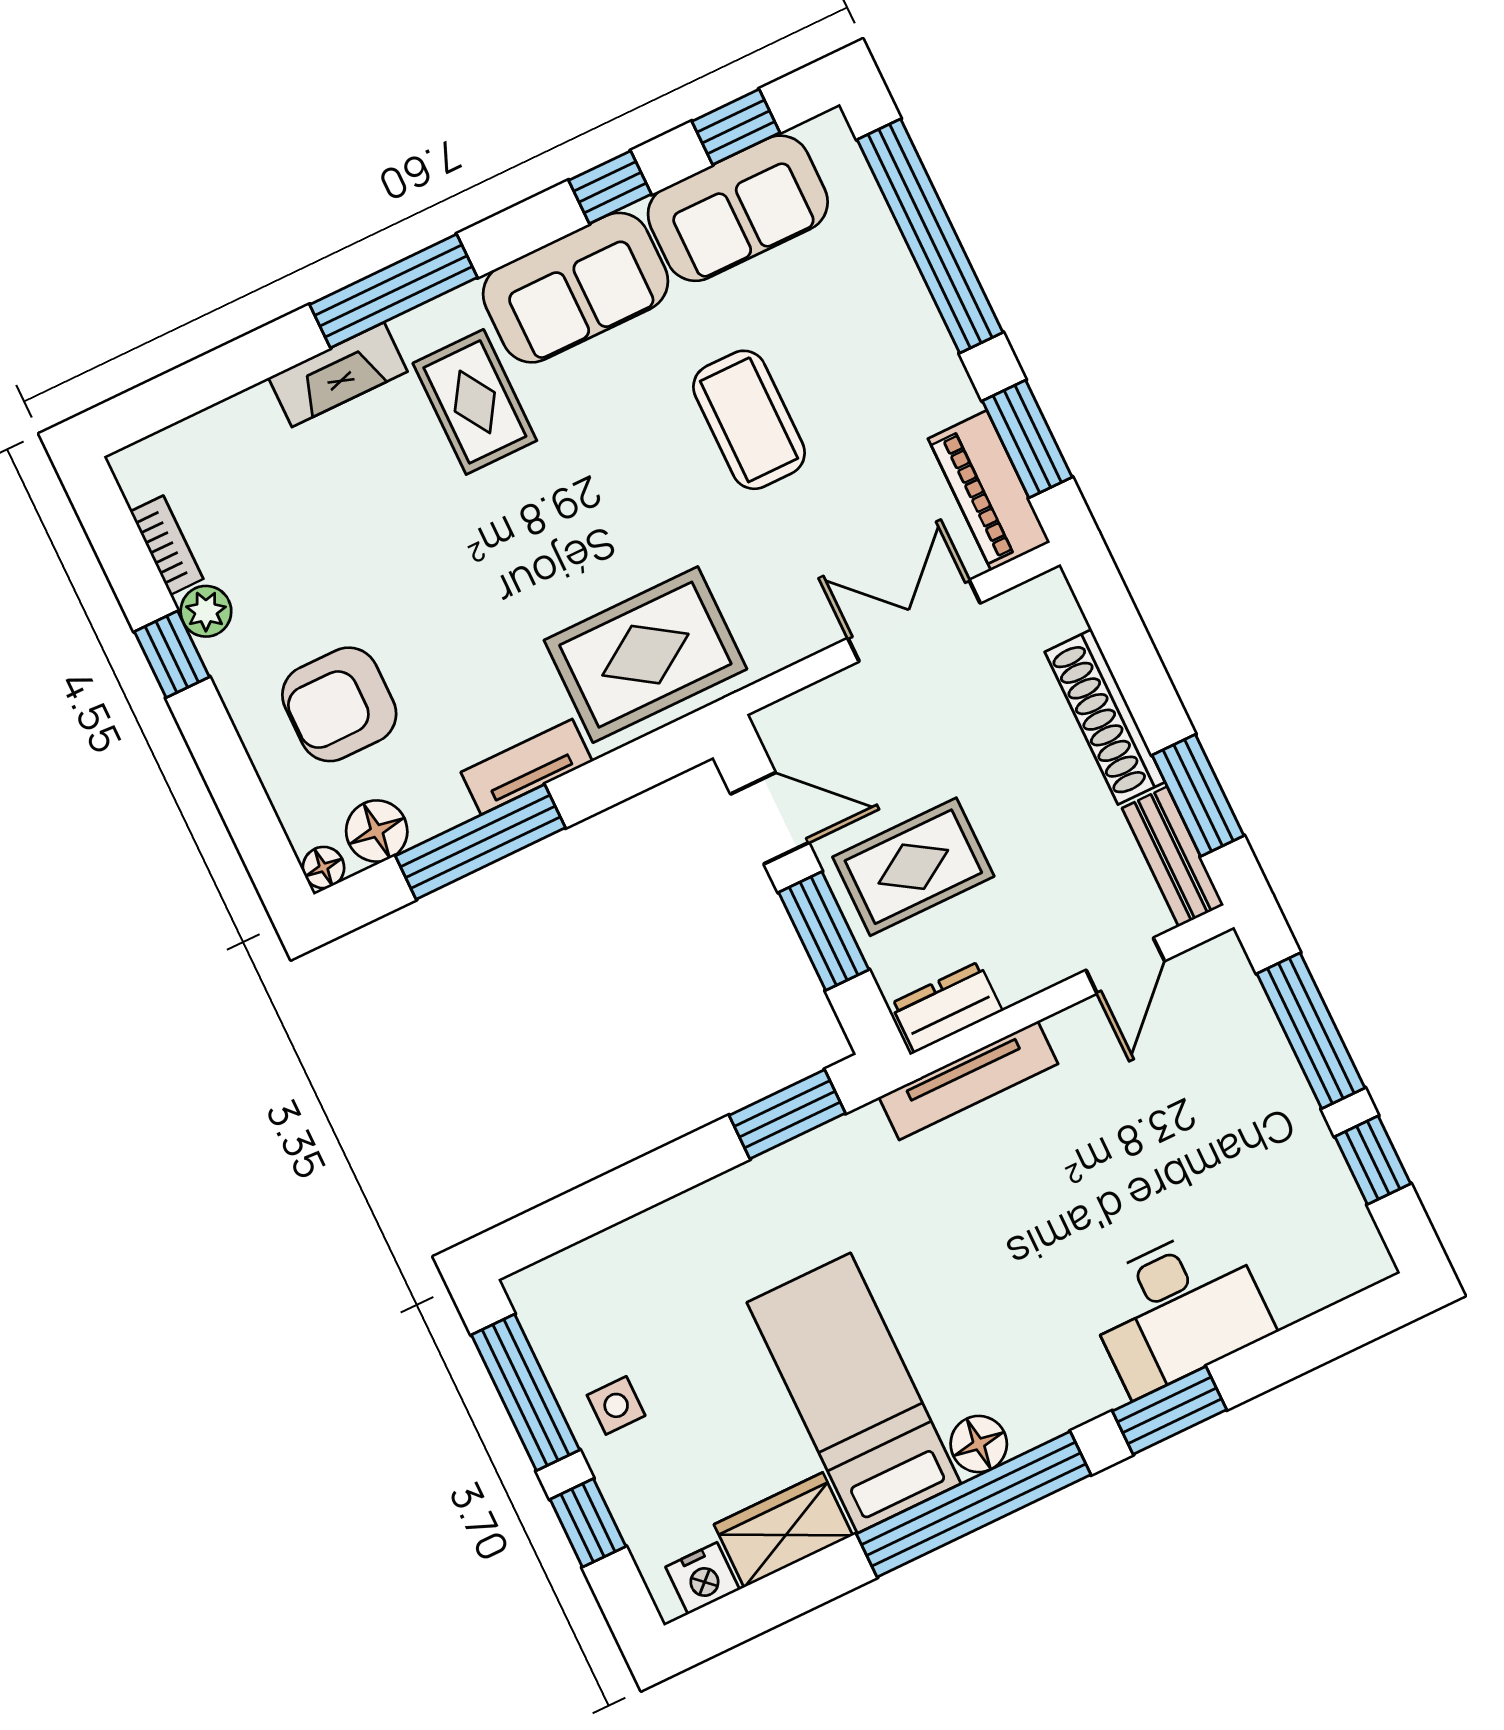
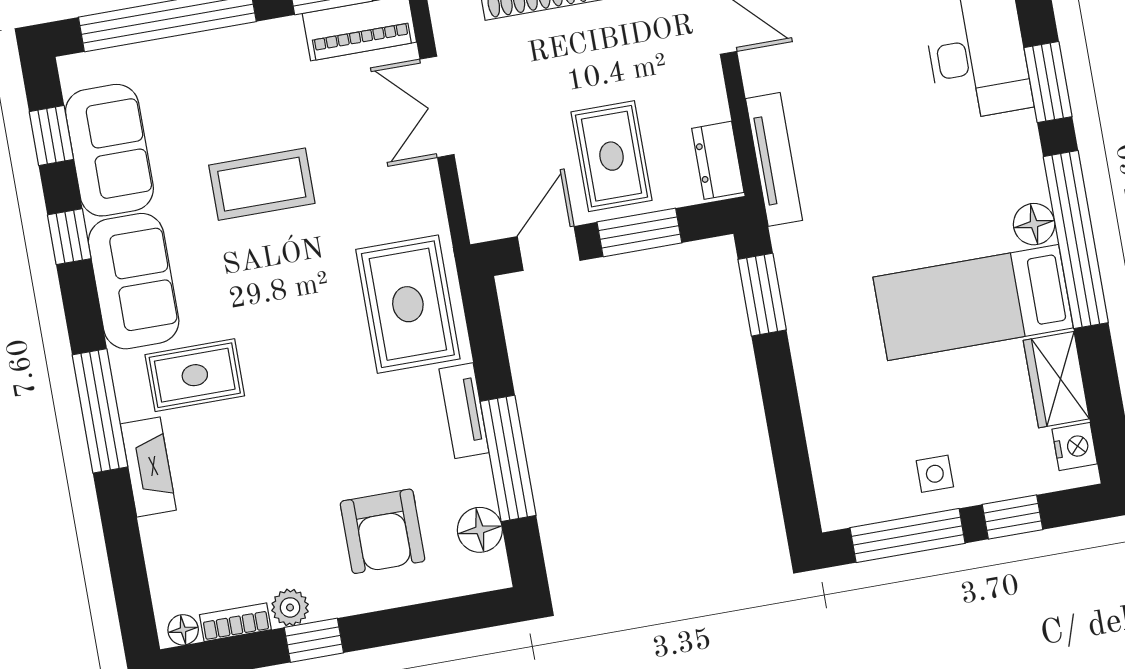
floor lamp: (323, 868) -> (183, 630), moved

